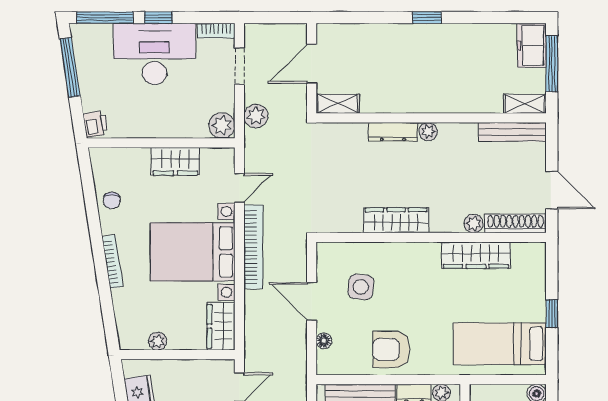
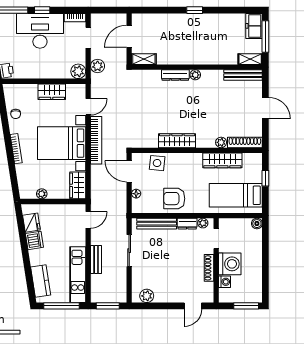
wardrobe: (396, 220) -> (177, 141), moved
plant: (474, 223) -> (221, 142), moved
shoe rack: (515, 224) -> (245, 142), moved
wall: (431, 237) -> (197, 150), moved
wardrobe: (476, 255) -> (222, 160), moved

